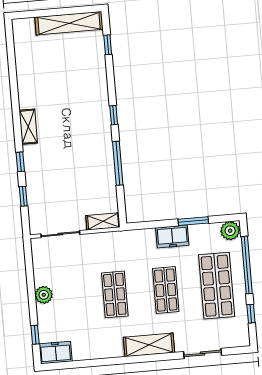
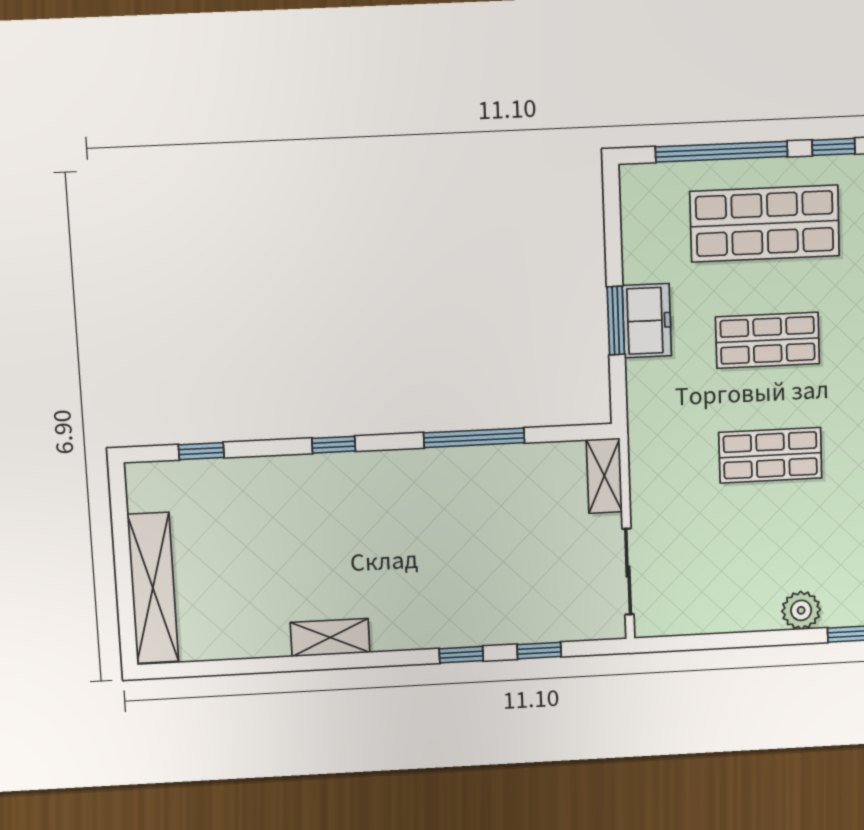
shelving: (69, 23) -> (153, 588), moved
window: (114, 115) -> (334, 445), moved
shelving: (28, 127) -> (330, 638), moved
window: (193, 221) -> (616, 321), moved
plant: (230, 231) -> (641, 187), removed
plant: (44, 295) -> (801, 610), moved

